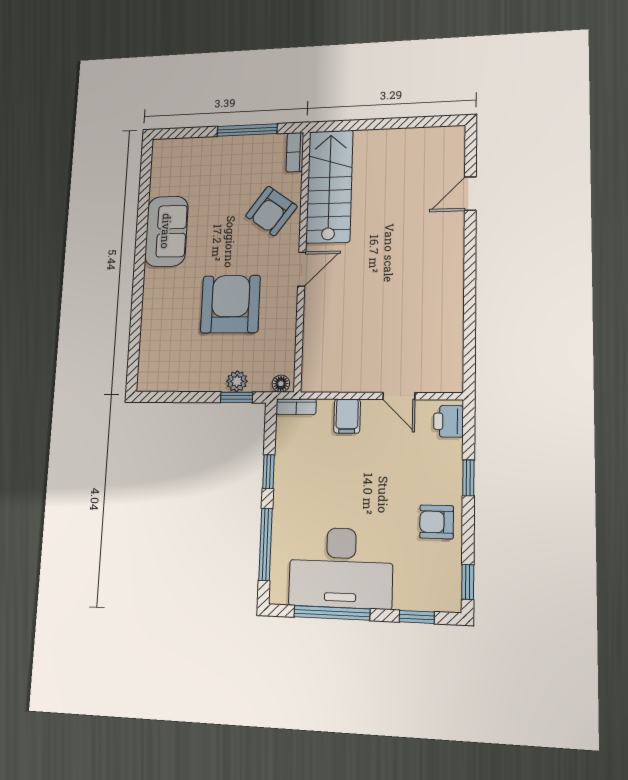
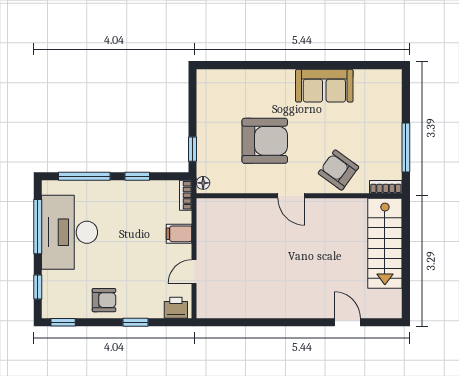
stairs: (329, 186) -> (385, 243), moved, turned 90
plant: (237, 381) -> (205, 149), removed
armchair: (437, 522) -> (104, 300), turned 90

